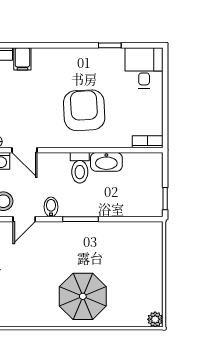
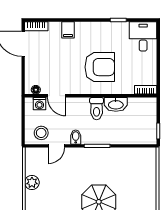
filing cabinet: (22, 59) -> (68, 30), moved
armchair: (84, 110) -> (100, 67), turned 93

